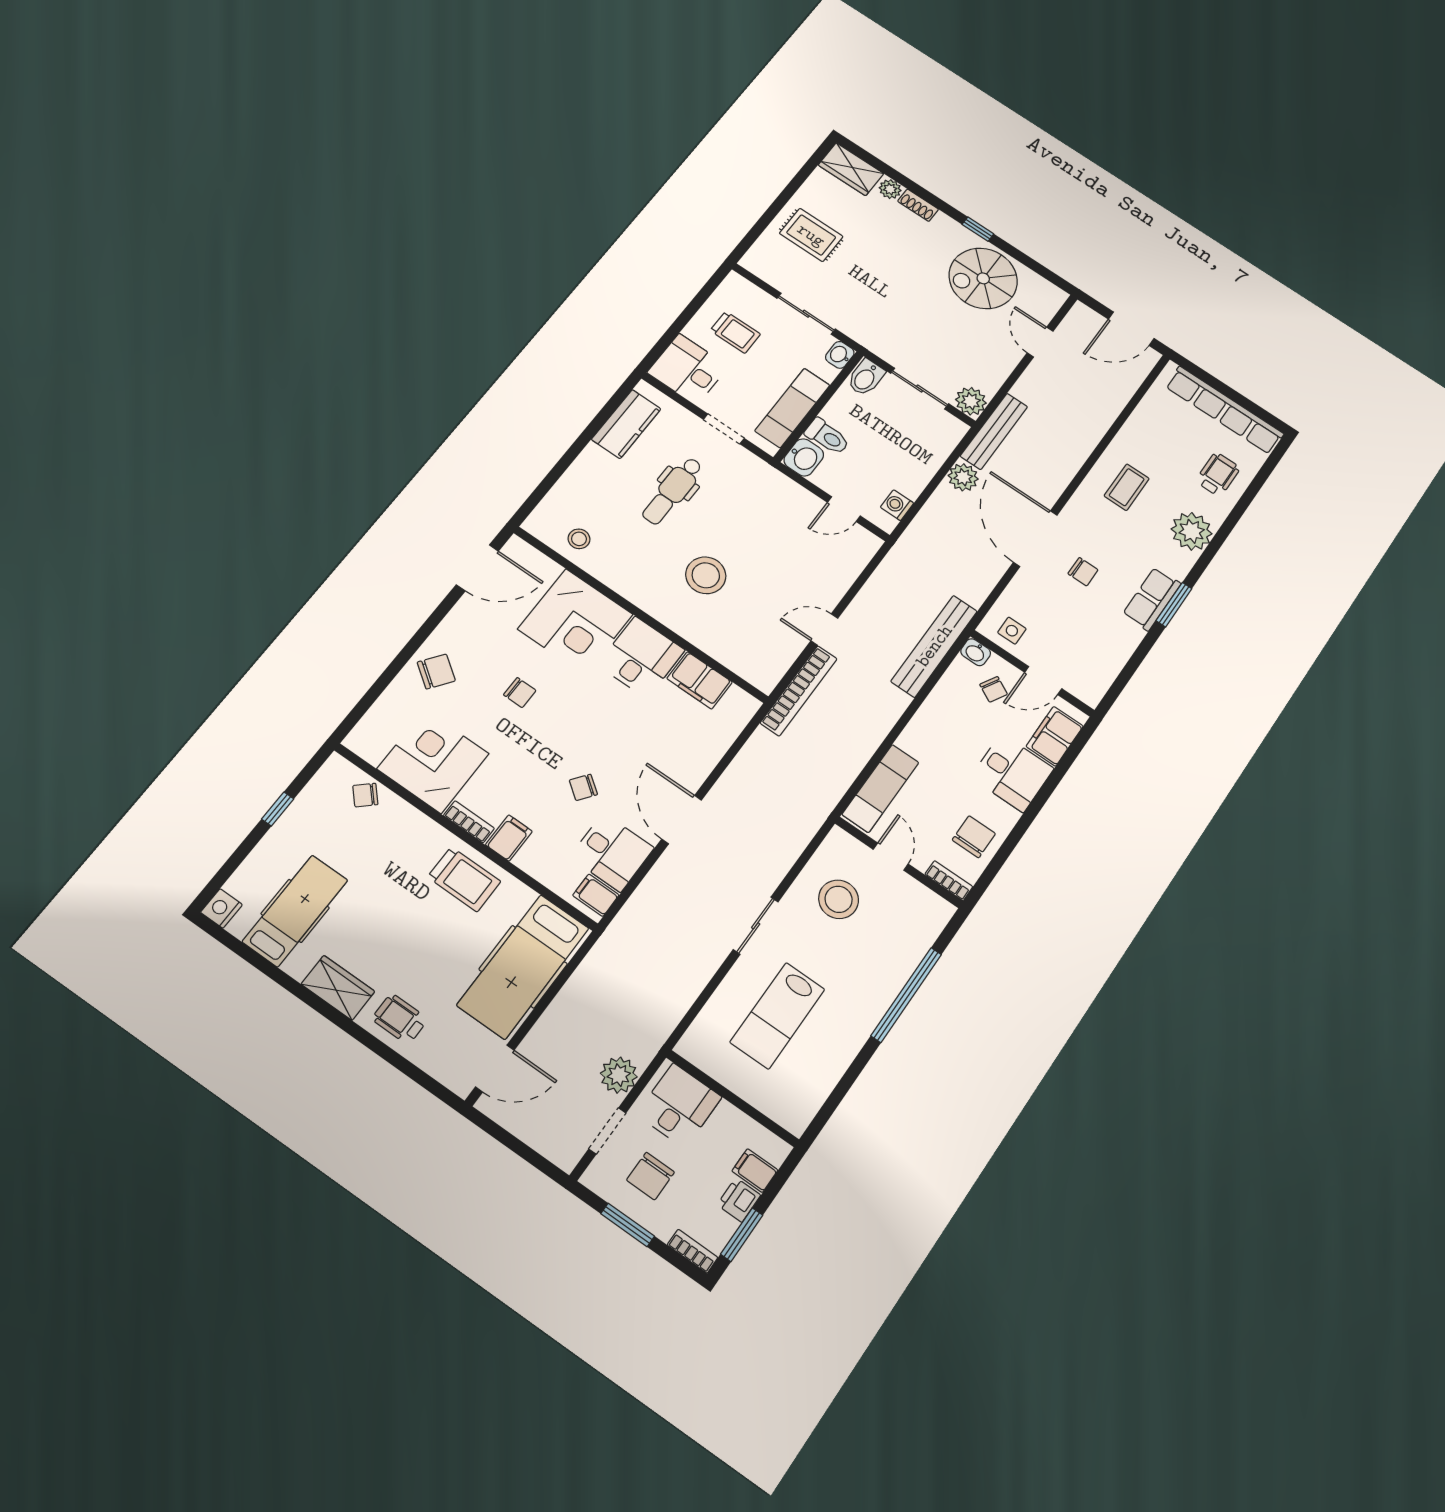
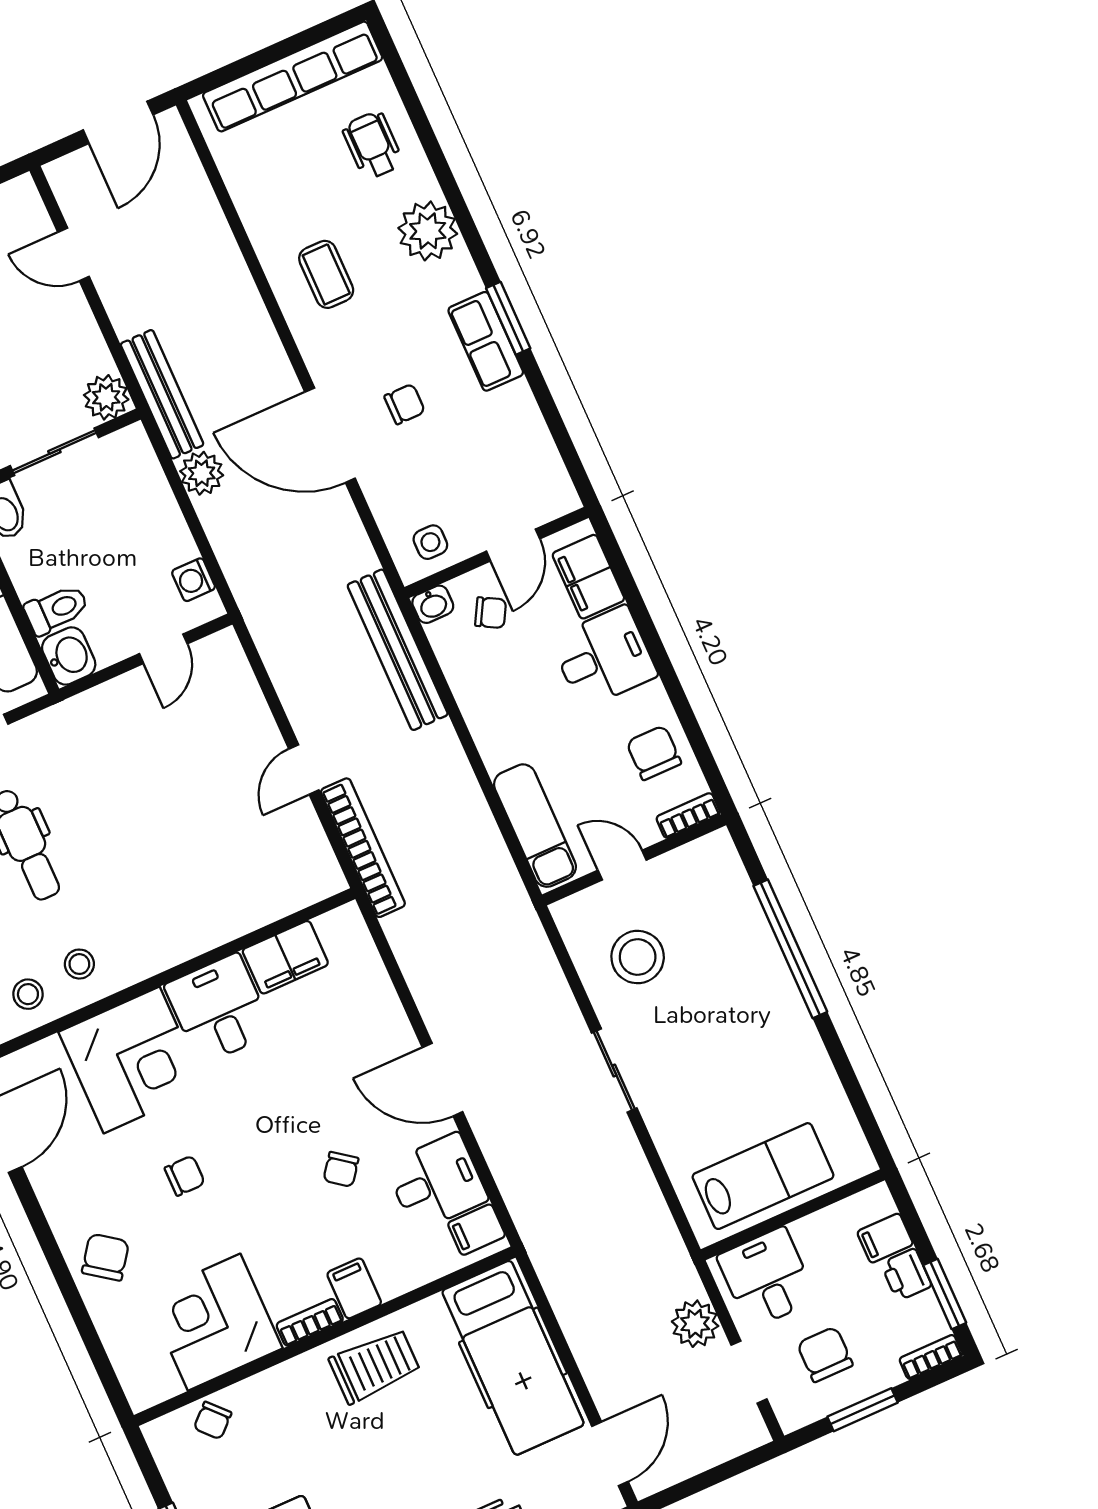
stool: (706, 575) -> (79, 964), moved, width x0.53, depth x0.53
lab bench: (777, 1016) -> (763, 1176), moved, turned -90
chair: (650, 1176) -> (825, 1354), turned 180

